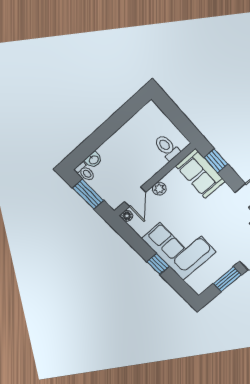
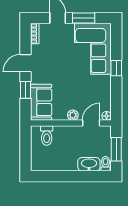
washbasin: (94, 160) -> (89, 164), width x1.91, depth x1.45
window: (216, 161) -> (25, 90), moved
corner sofa: (179, 245) -> (93, 49), moved

